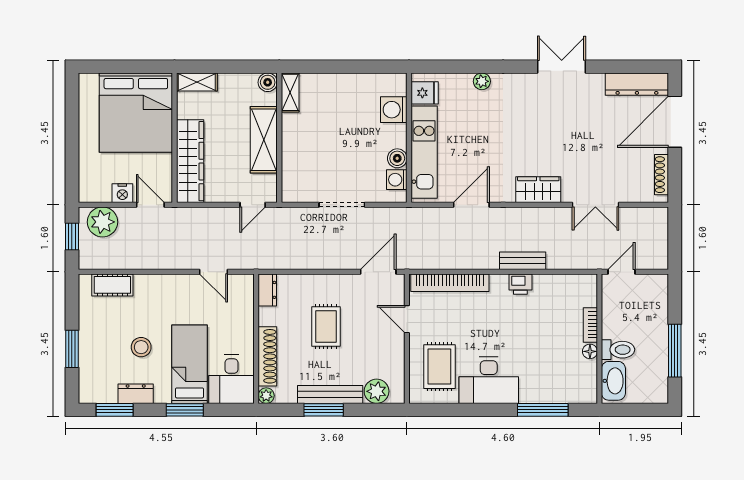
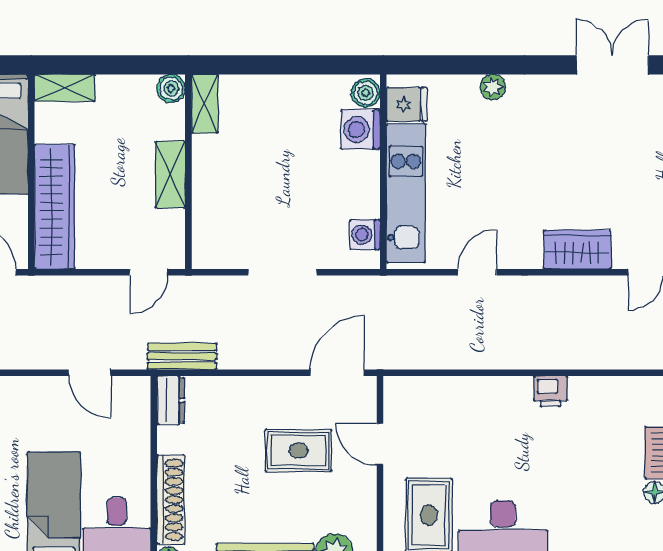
shelving: (264, 140) -> (170, 175), width x0.67, depth x0.75
boiler: (397, 158) -> (366, 93), moved
door: (471, 205) -> (477, 272), width x0.73
bench: (523, 261) -> (182, 356), moved
bookcase: (450, 283) -> (445, 389), removed
rug: (326, 326) -> (299, 451), moved, turned 90

